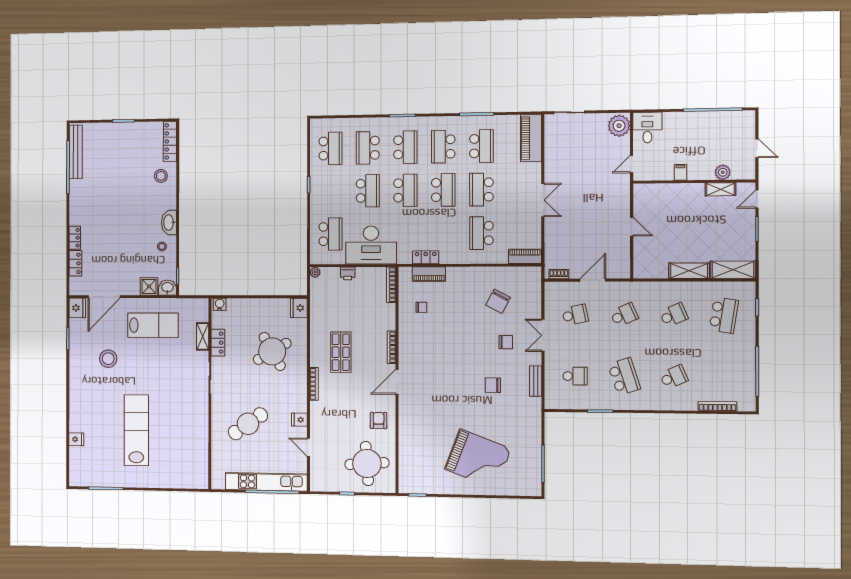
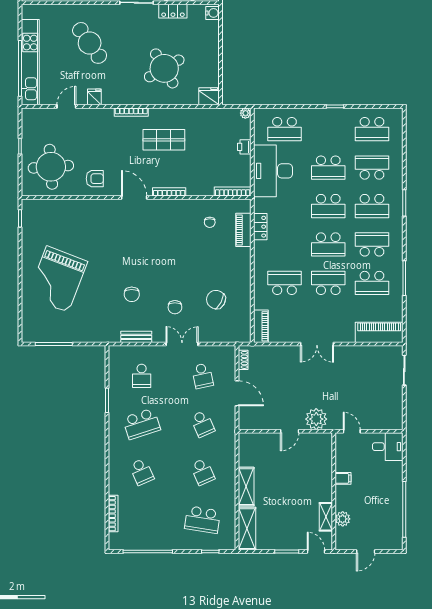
plant: (619, 126) -> (316, 419), moved
chair: (493, 385) -> (132, 294), turned 180

